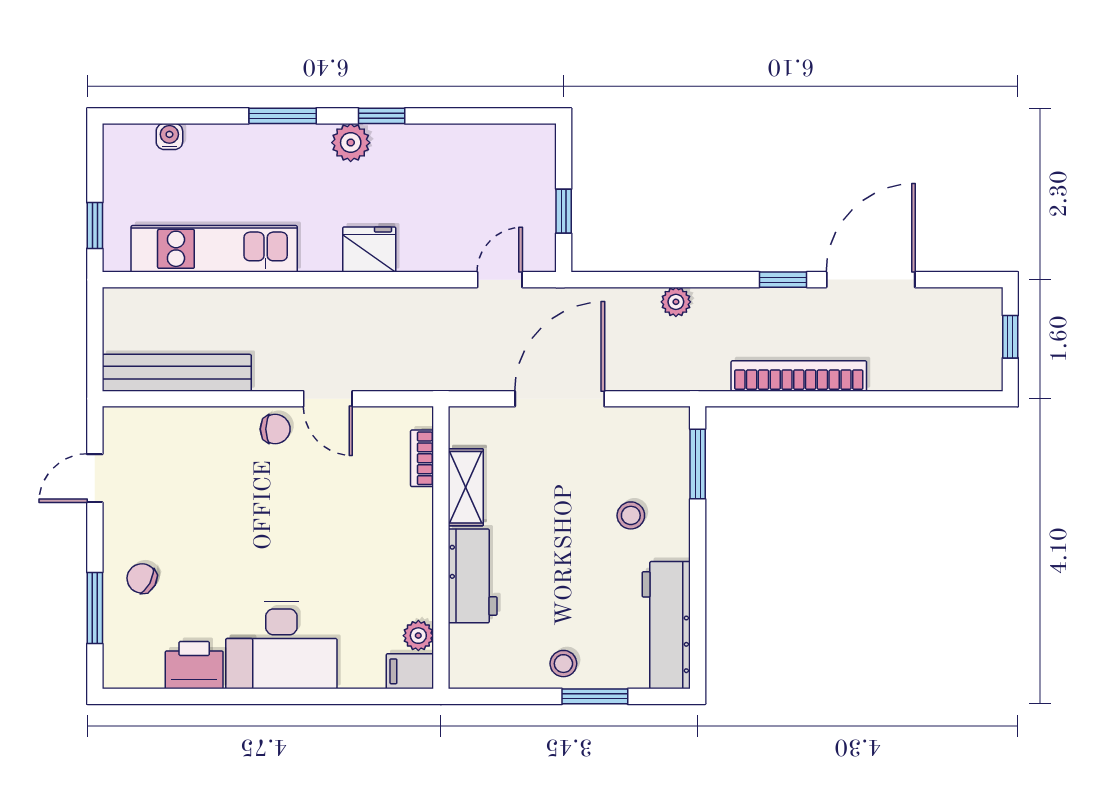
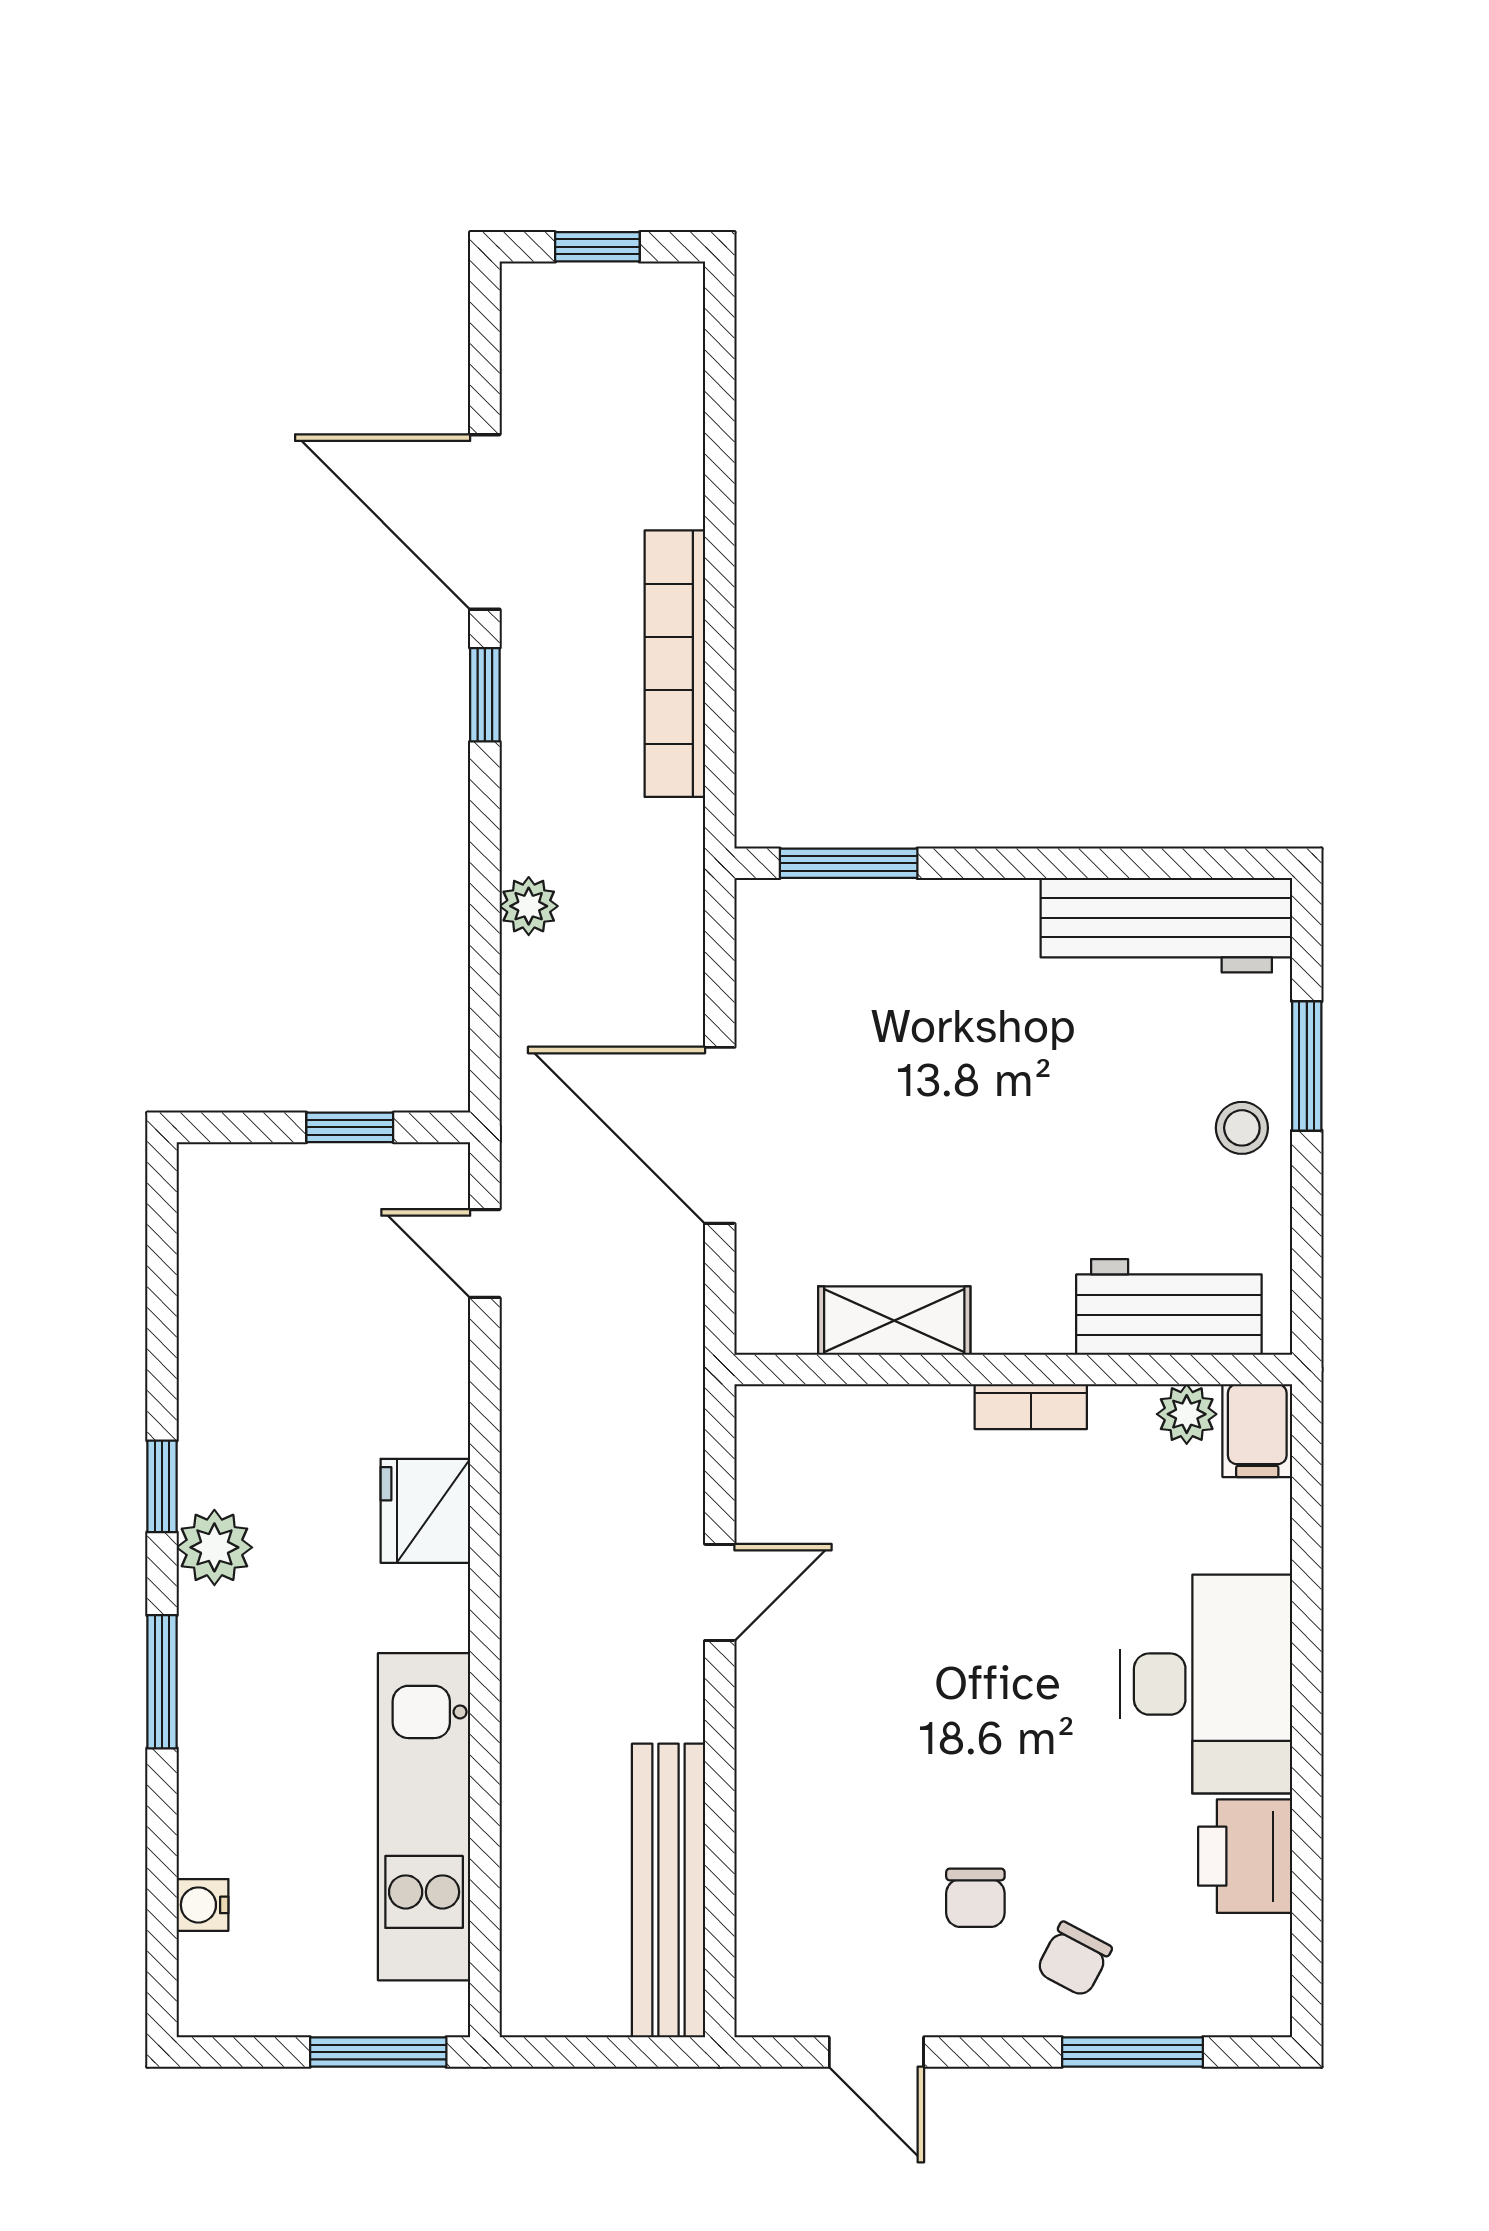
window: (95, 226) -> (378, 2052), width x1.50
chair: (275, 429) -> (975, 1898), moved, turned 180
bookcase: (422, 458) -> (1031, 1407), moved
stool: (631, 515) -> (950, 995), removed
workbench: (473, 576) -> (1169, 1307), moved

